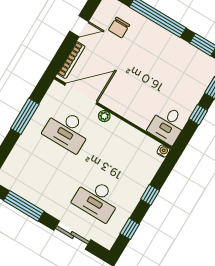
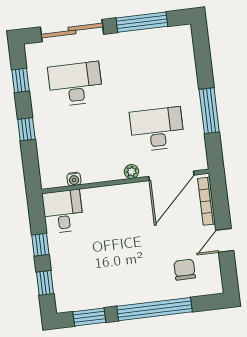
water cooler: (163, 151) -> (74, 179), moved
sliding door: (72, 235) -> (72, 31), width x1.37

